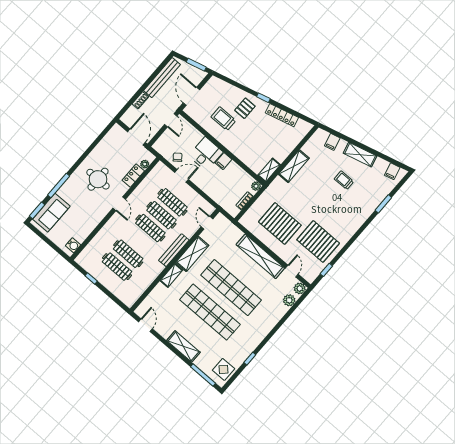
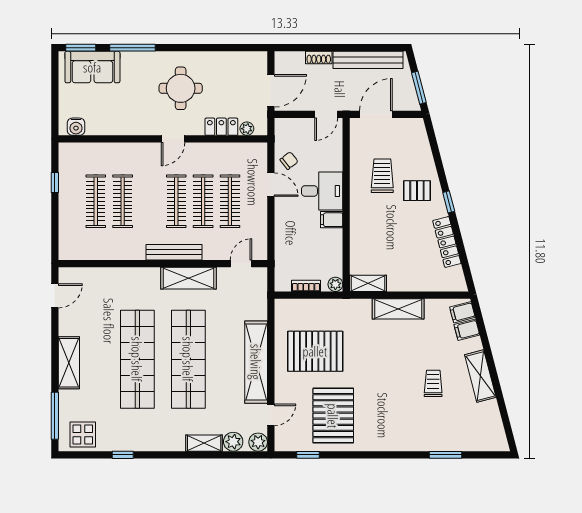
filing cabinet: (392, 171) -> (462, 312), moved
pallet: (280, 223) -> (315, 351), turned 90
shelving: (171, 275) -> (204, 443), moved

